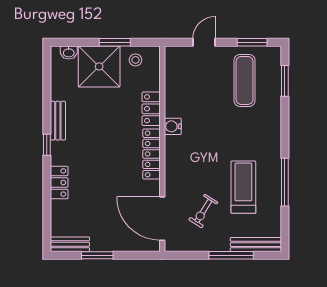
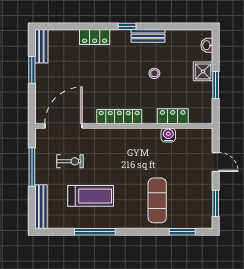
stool: (135, 60) -> (154, 73), moved
shower: (99, 66) -> (203, 71), width x0.54, depth x0.54
exercise mat: (245, 80) -> (157, 200), moved, turned 90
locker: (151, 109) -> (173, 116), moved
water cooler: (173, 126) -> (168, 135), moved
exercise bike: (203, 211) -> (70, 161), turned 148
window: (231, 255) -> (32, 167), moved

